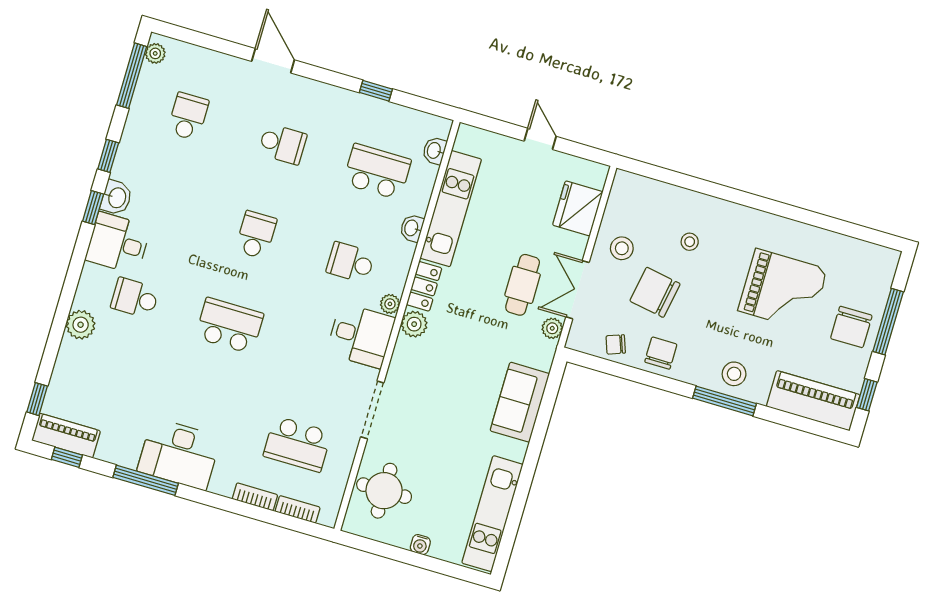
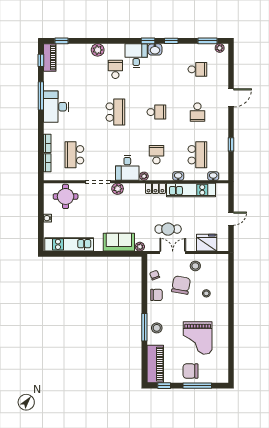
window: (132, 76) -> (208, 41), width x0.69
plant: (414, 324) -> (118, 189), moved
plant: (552, 328) -> (140, 247), moved

